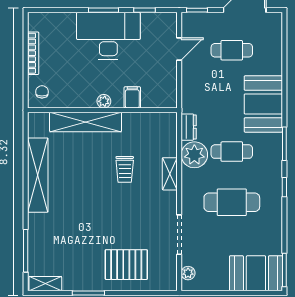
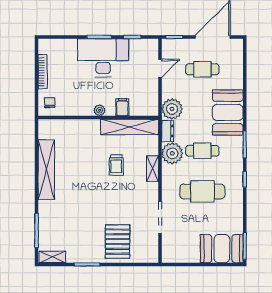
shelving: (86, 122) -> (130, 127), moved
pallet: (126, 265) -> (118, 242), turned 90
plant: (188, 273) -> (172, 109), moved, width x1.87, depth x1.87

